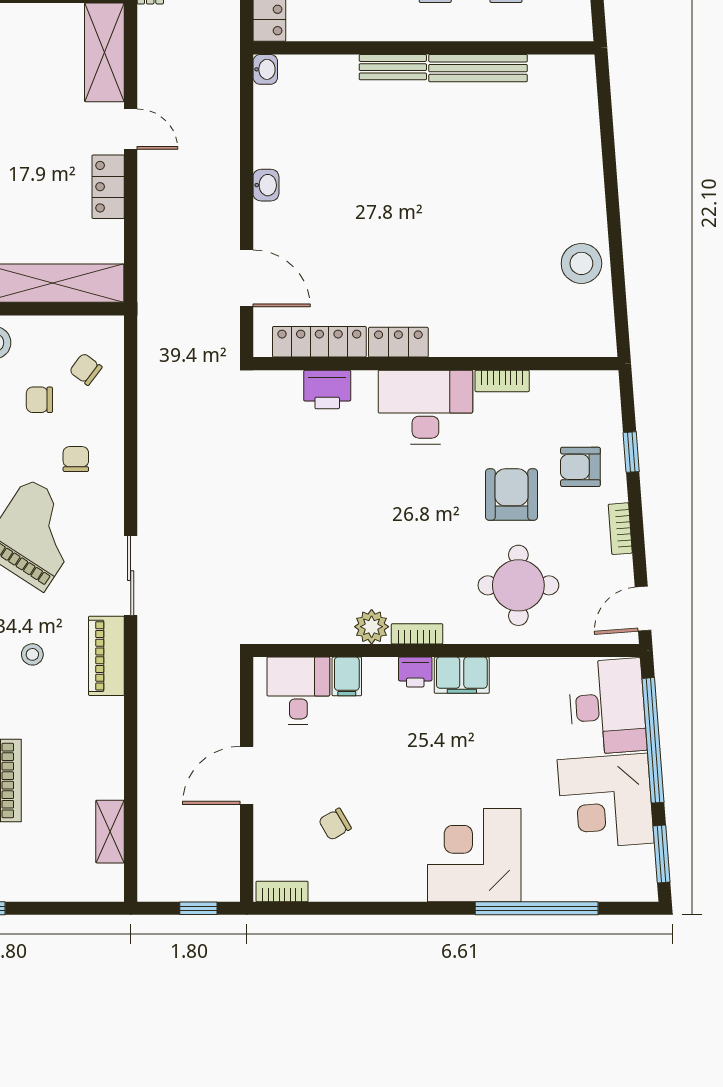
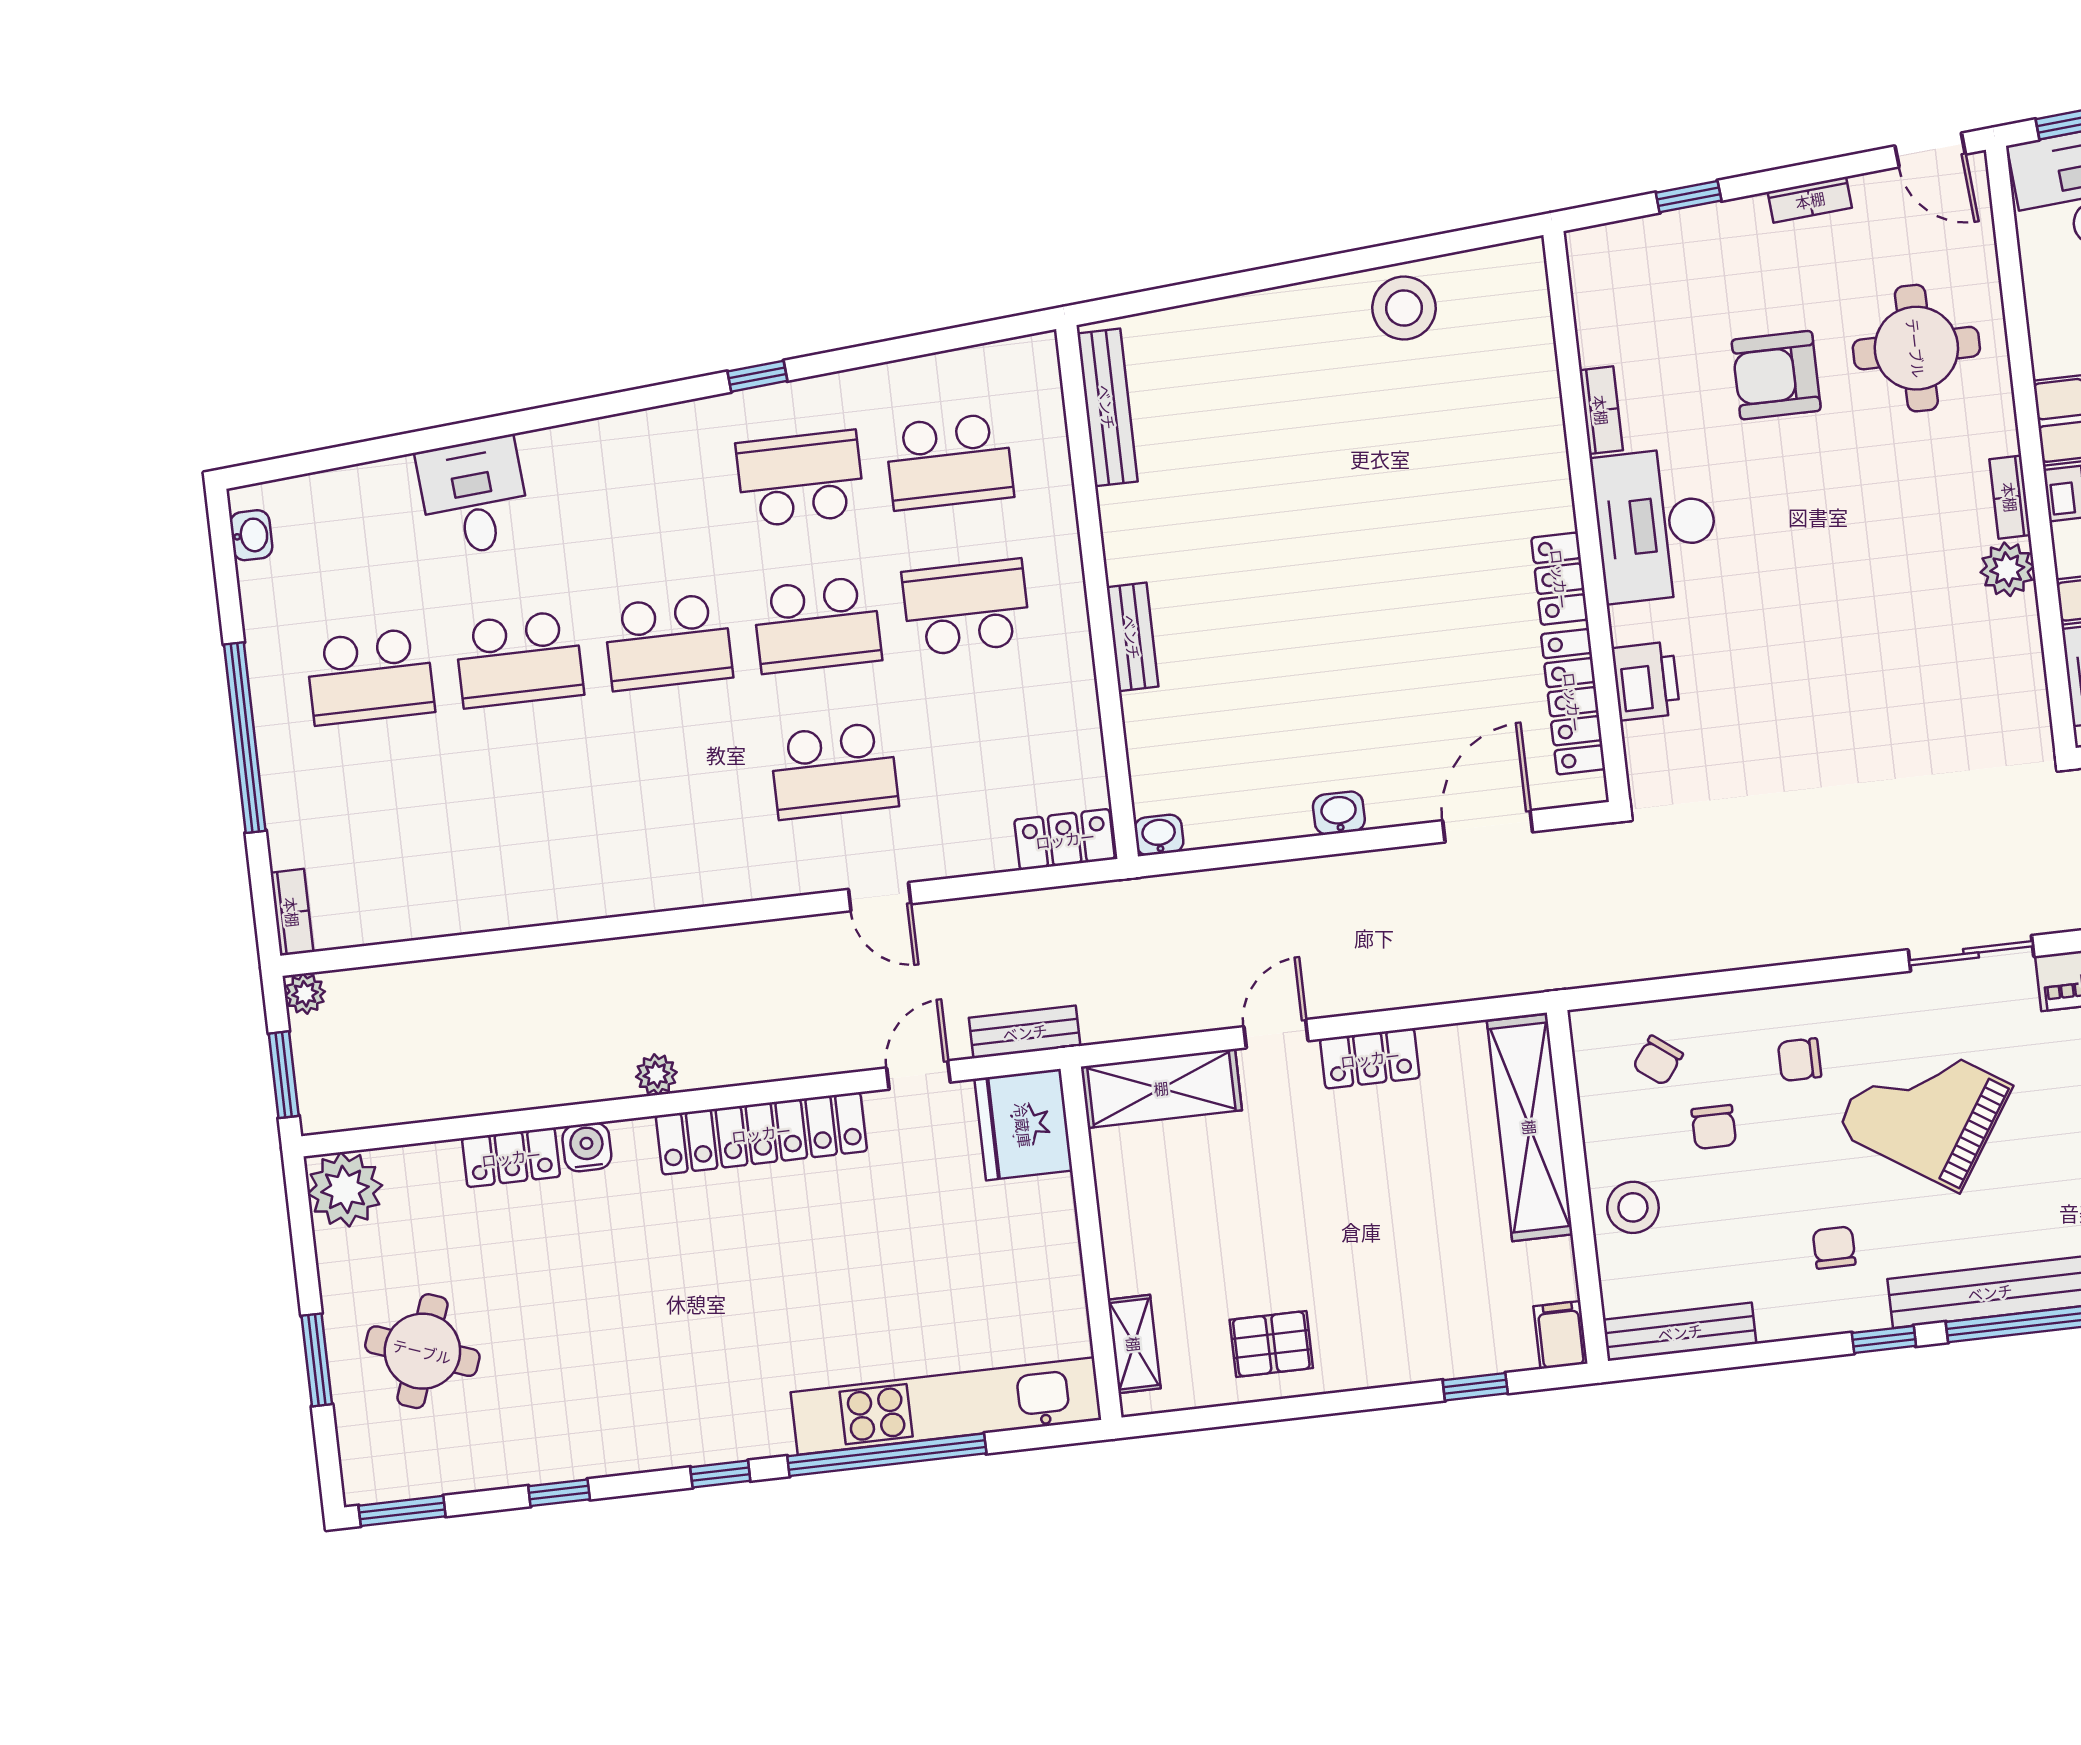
bench: (478, 68) -> (1107, 407), moved
armchair: (580, 467) -> (1721, 273), removed

